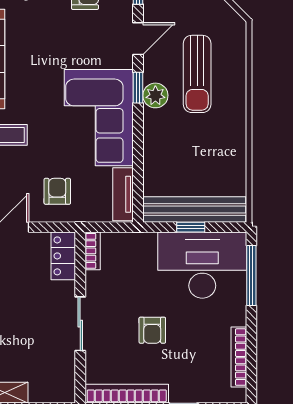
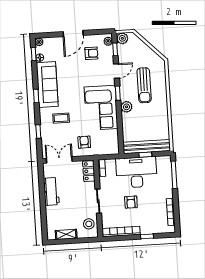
plant: (155, 95) -> (126, 107), moved
tv unit: (123, 194) -> (114, 142), removed
desk: (202, 265) -> (136, 172), moved
stool: (56, 373) -> (89, 224), added

